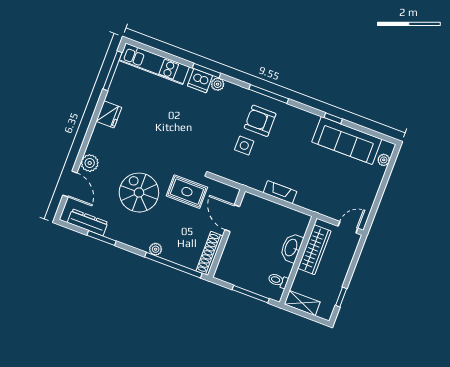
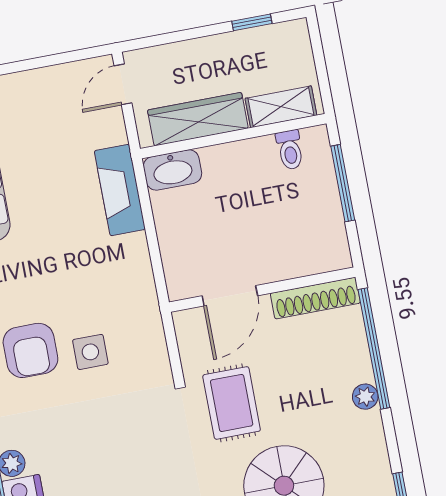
fireplace: (280, 192) -> (120, 190), moved, width x1.37, depth x1.32
door: (348, 227) -> (123, 84), hinge flipped
washbasin: (291, 248) -> (173, 170), moved
shelving: (302, 303) -> (281, 107), moved, turned 90

